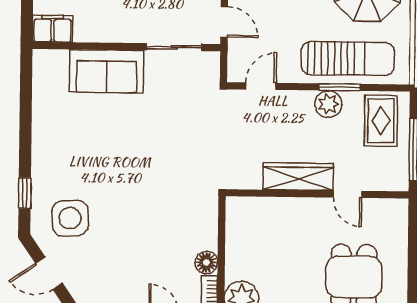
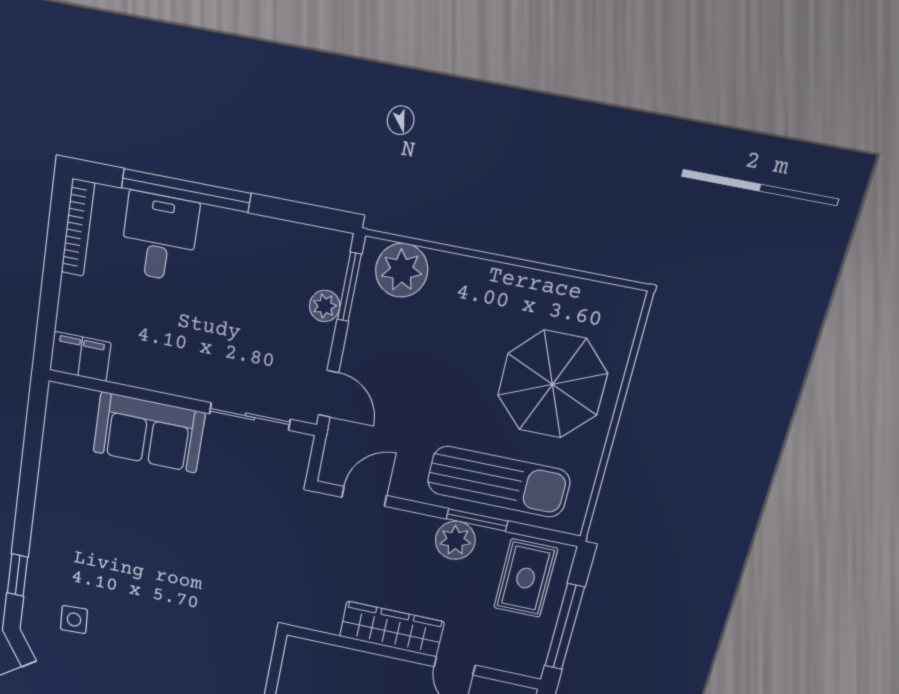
side table: (70, 218) -> (74, 620), width x0.54, depth x0.54

